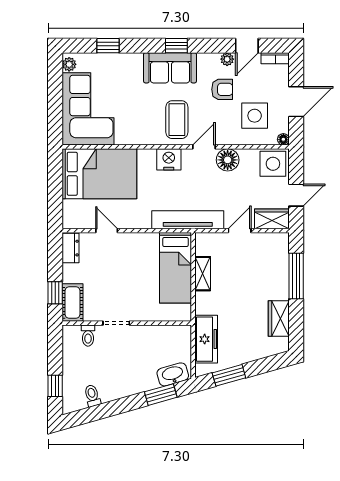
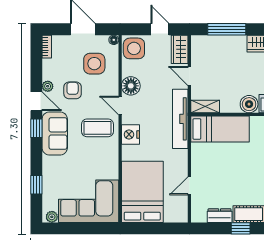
door: (247, 46) -> (36, 101), moved
dresser: (71, 248) -> (220, 216), moved
shelving: (203, 274) -> (205, 106), moved
boiler: (206, 303) -> (249, 104), added

